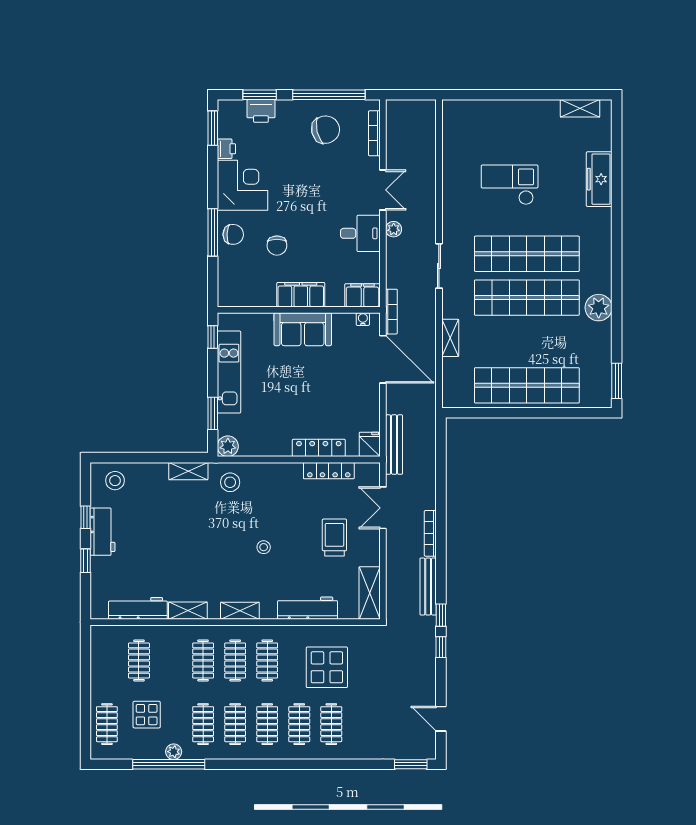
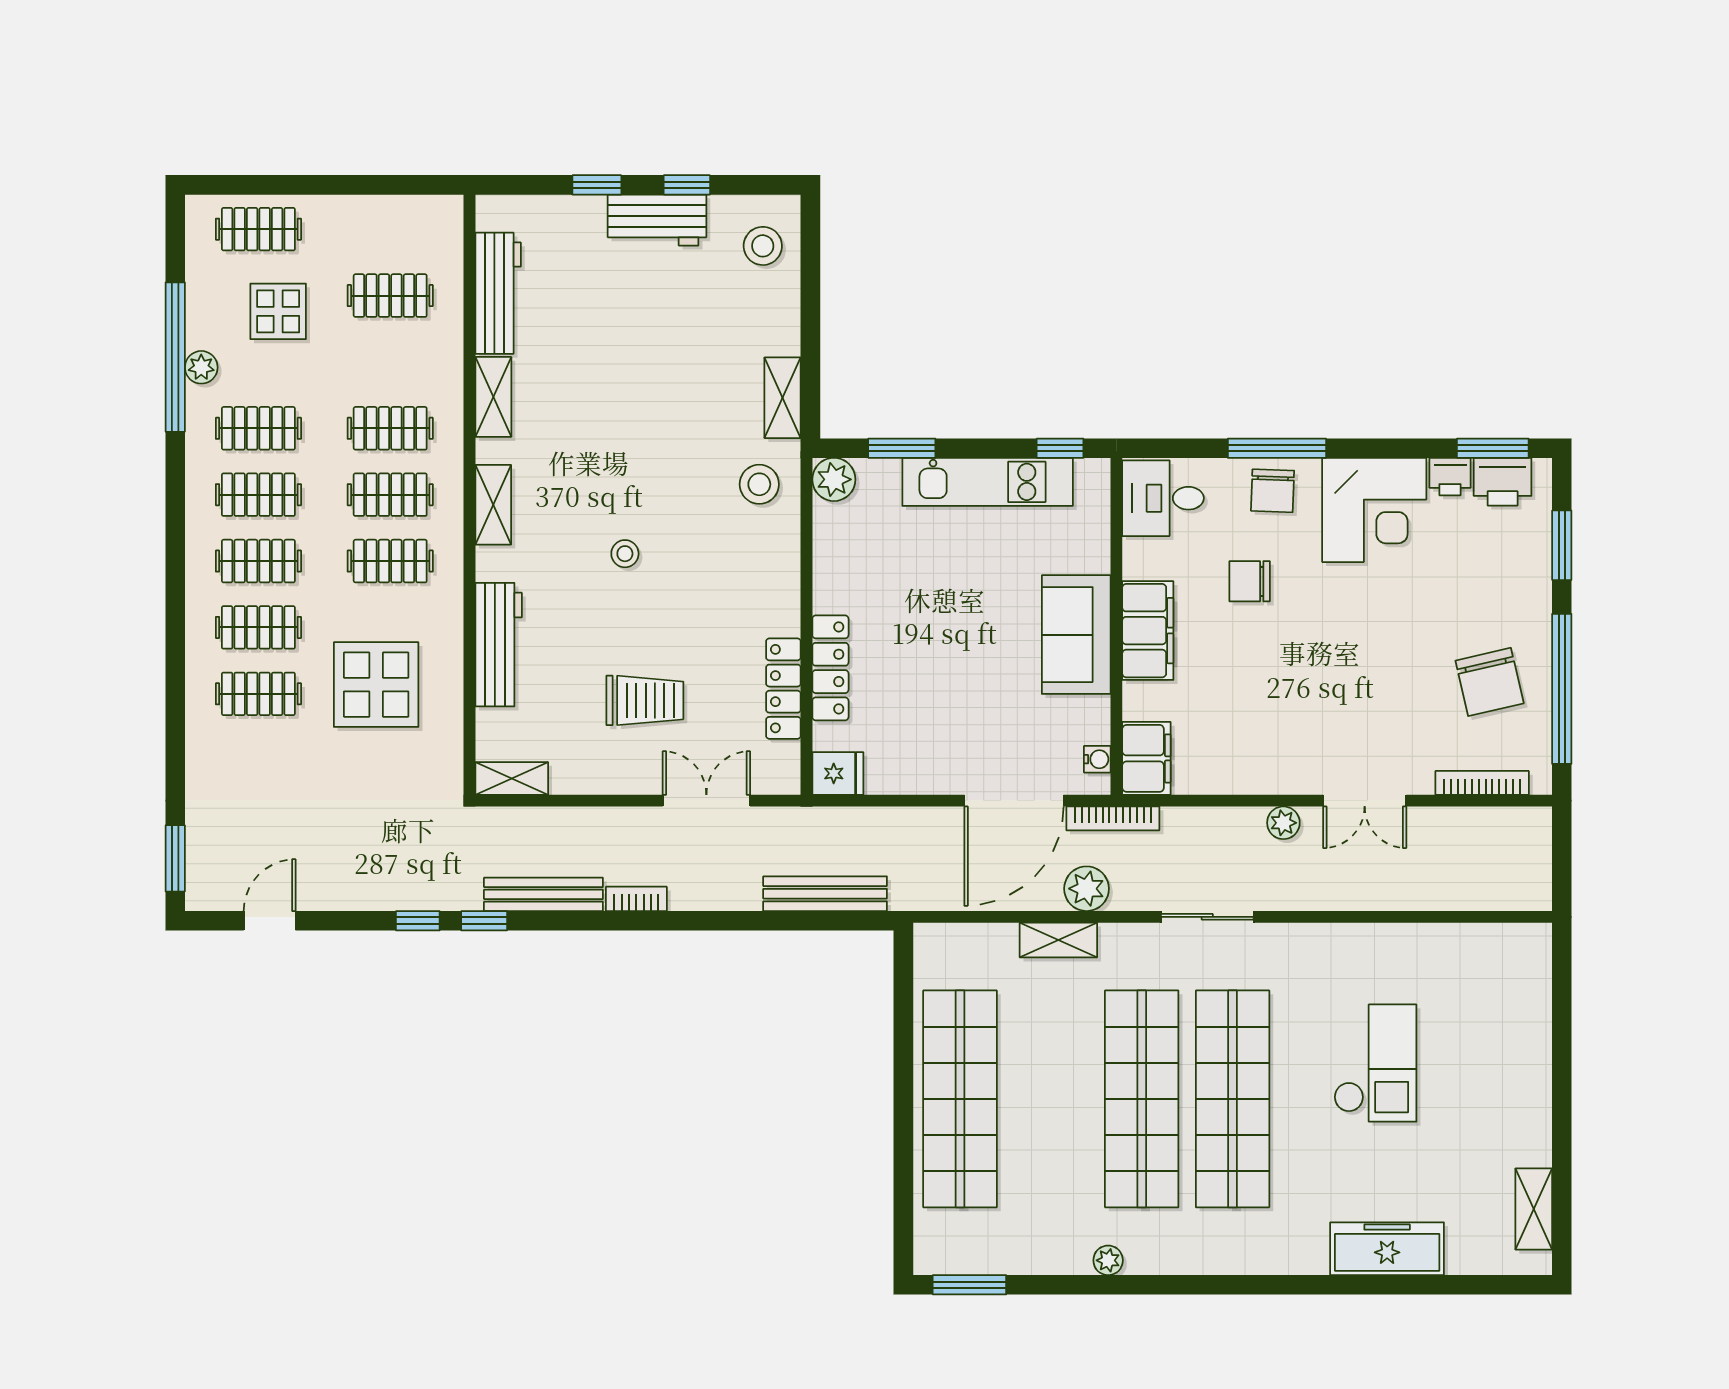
printer: (261, 111) -> (1503, 482), moved, turned -90
desk: (360, 233) -> (1163, 498), moved, turned 90
plant: (599, 308) -> (1108, 1260), width x0.53, depth x0.53
plant: (425, 324) -> (1087, 889), added
bench: (394, 445) -> (825, 894), moved
bookcase: (430, 533) -> (636, 899), width x0.64
shelving: (370, 593) -> (512, 778), width x0.67, depth x0.75

